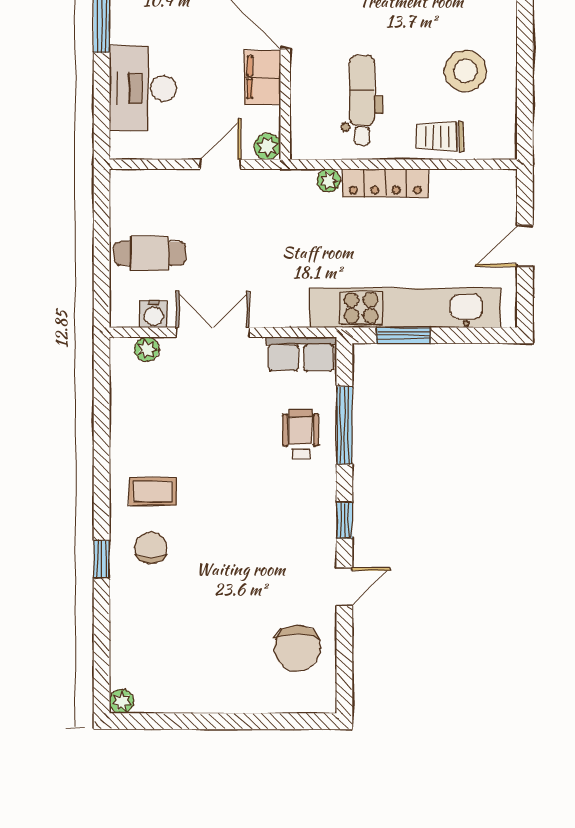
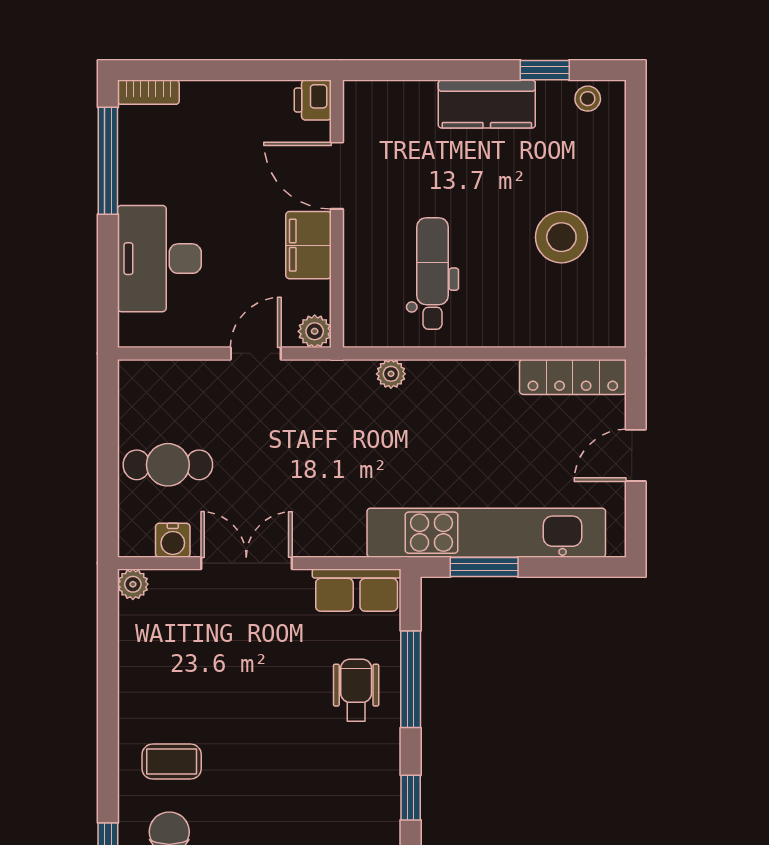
trolley: (440, 137) -> (530, 319), removed
locker: (385, 183) -> (573, 377), moved
plant: (147, 349) -> (133, 584), moved

